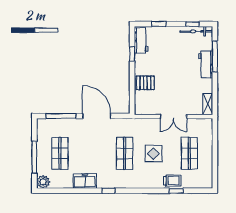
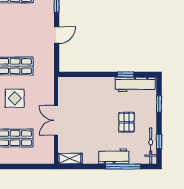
workbench: (141, 41) -> (135, 84), width x1.37
pallet: (145, 83) -> (126, 122), moved
door: (97, 116) -> (57, 35), width x0.53

